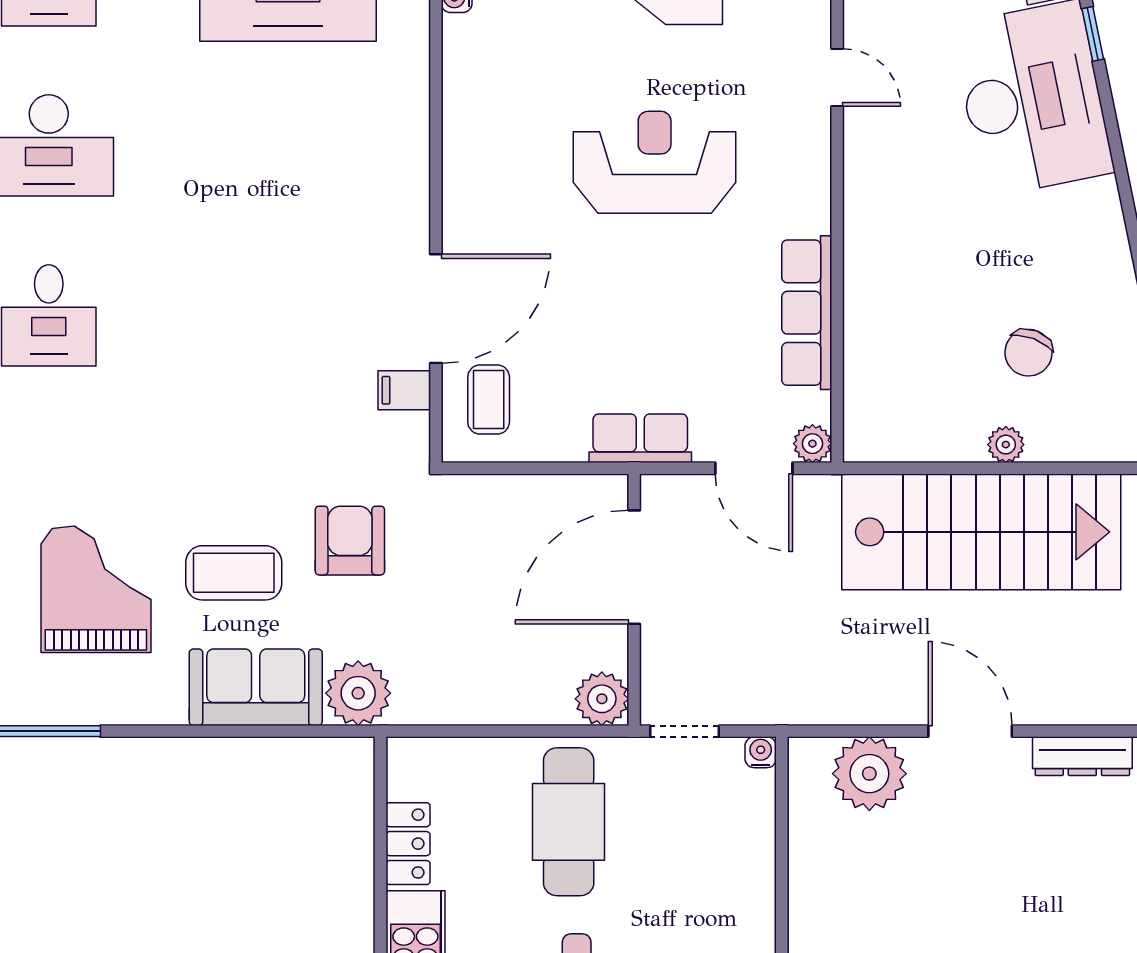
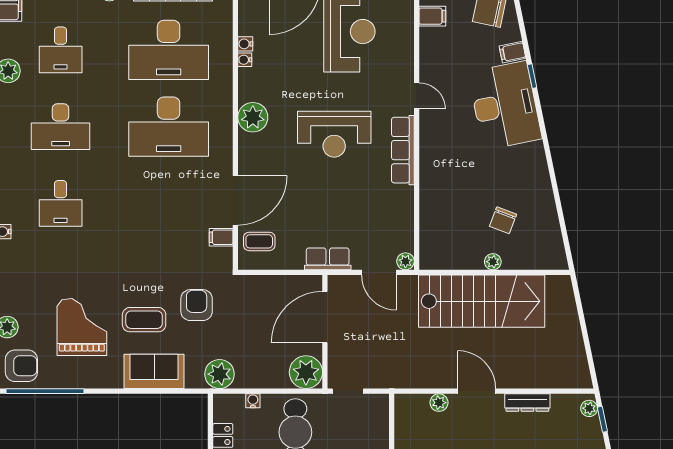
plant: (474, 125) -> (253, 117), added
desk: (288, 145) -> (169, 127), added
reception desk: (655, 162) -> (334, 134), turned 180
row of seats: (807, 313) -> (403, 150), moved
coffee table: (489, 400) -> (259, 241), turned 90
plant: (358, 693) -> (220, 374), moved
plant: (602, 699) -> (306, 372), width x1.36, depth x1.36
water cooler: (761, 752) -> (253, 401), moved
plant: (869, 774) -> (439, 403), width x0.53, depth x0.53

